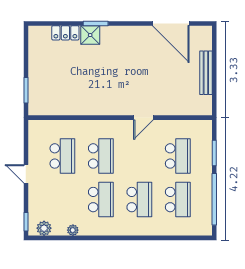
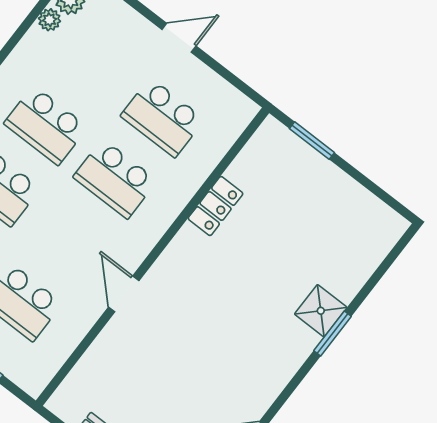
locker: (65, 33) -> (216, 206), moved, turned 180
plant: (73, 230) -> (49, 20), moved

